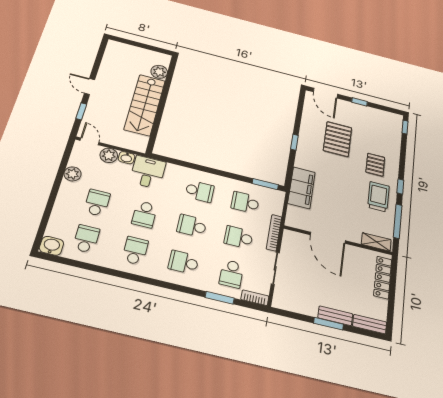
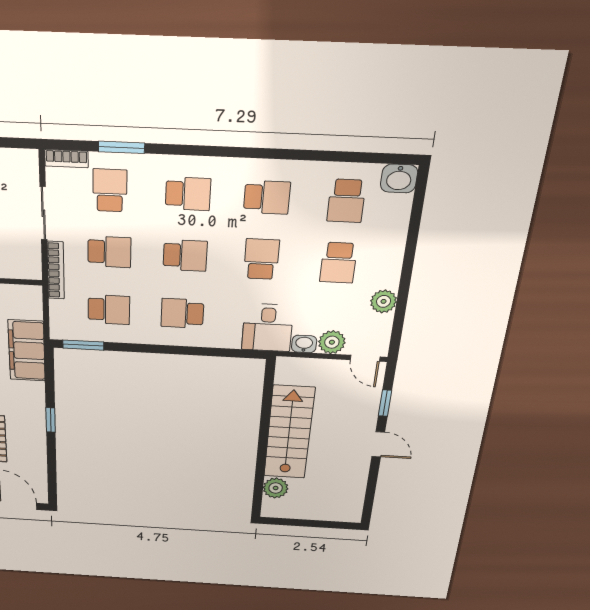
school desk: (135, 251) -> (267, 197), turned -90

